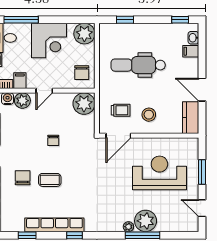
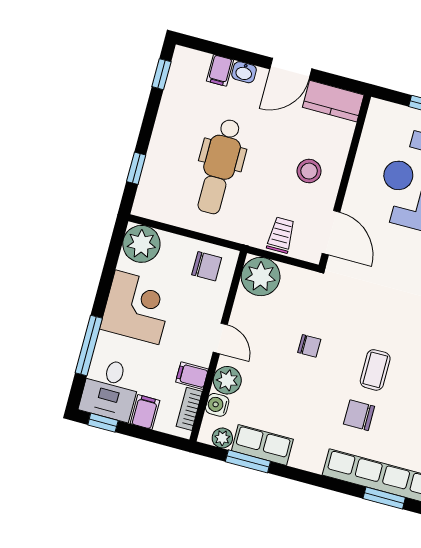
washbasin: (193, 38) -> (244, 72), moved
trolley: (121, 110) -> (281, 235), moved

